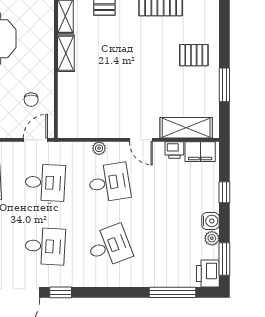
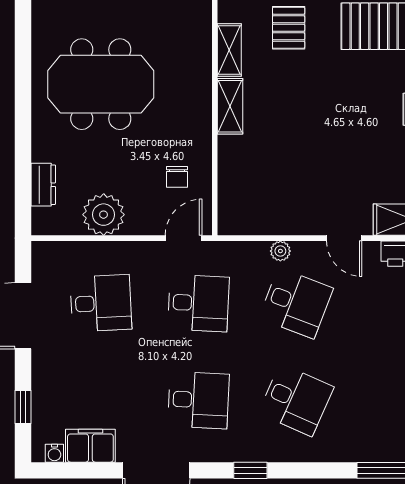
desk: (109, 183) -> (296, 303), turned 30
desk: (109, 246) -> (296, 400), turned 45
window: (61, 292) -> (250, 470), moved

